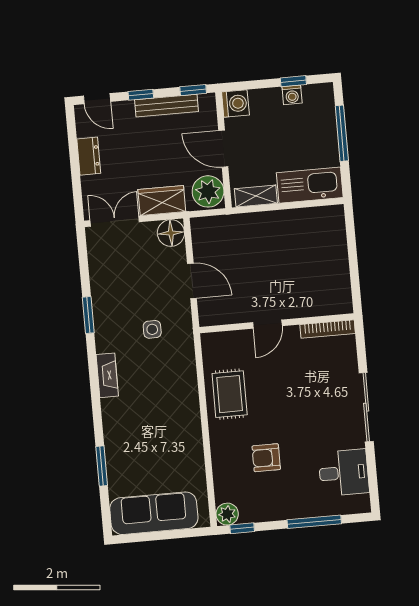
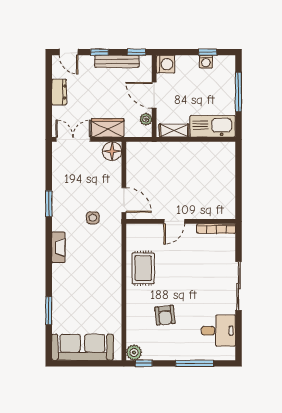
plant: (208, 191) -> (146, 119), width x0.53, depth x0.53
door: (192, 281) -> (124, 200), moved
armchair: (266, 458) -> (165, 315), turned -96

